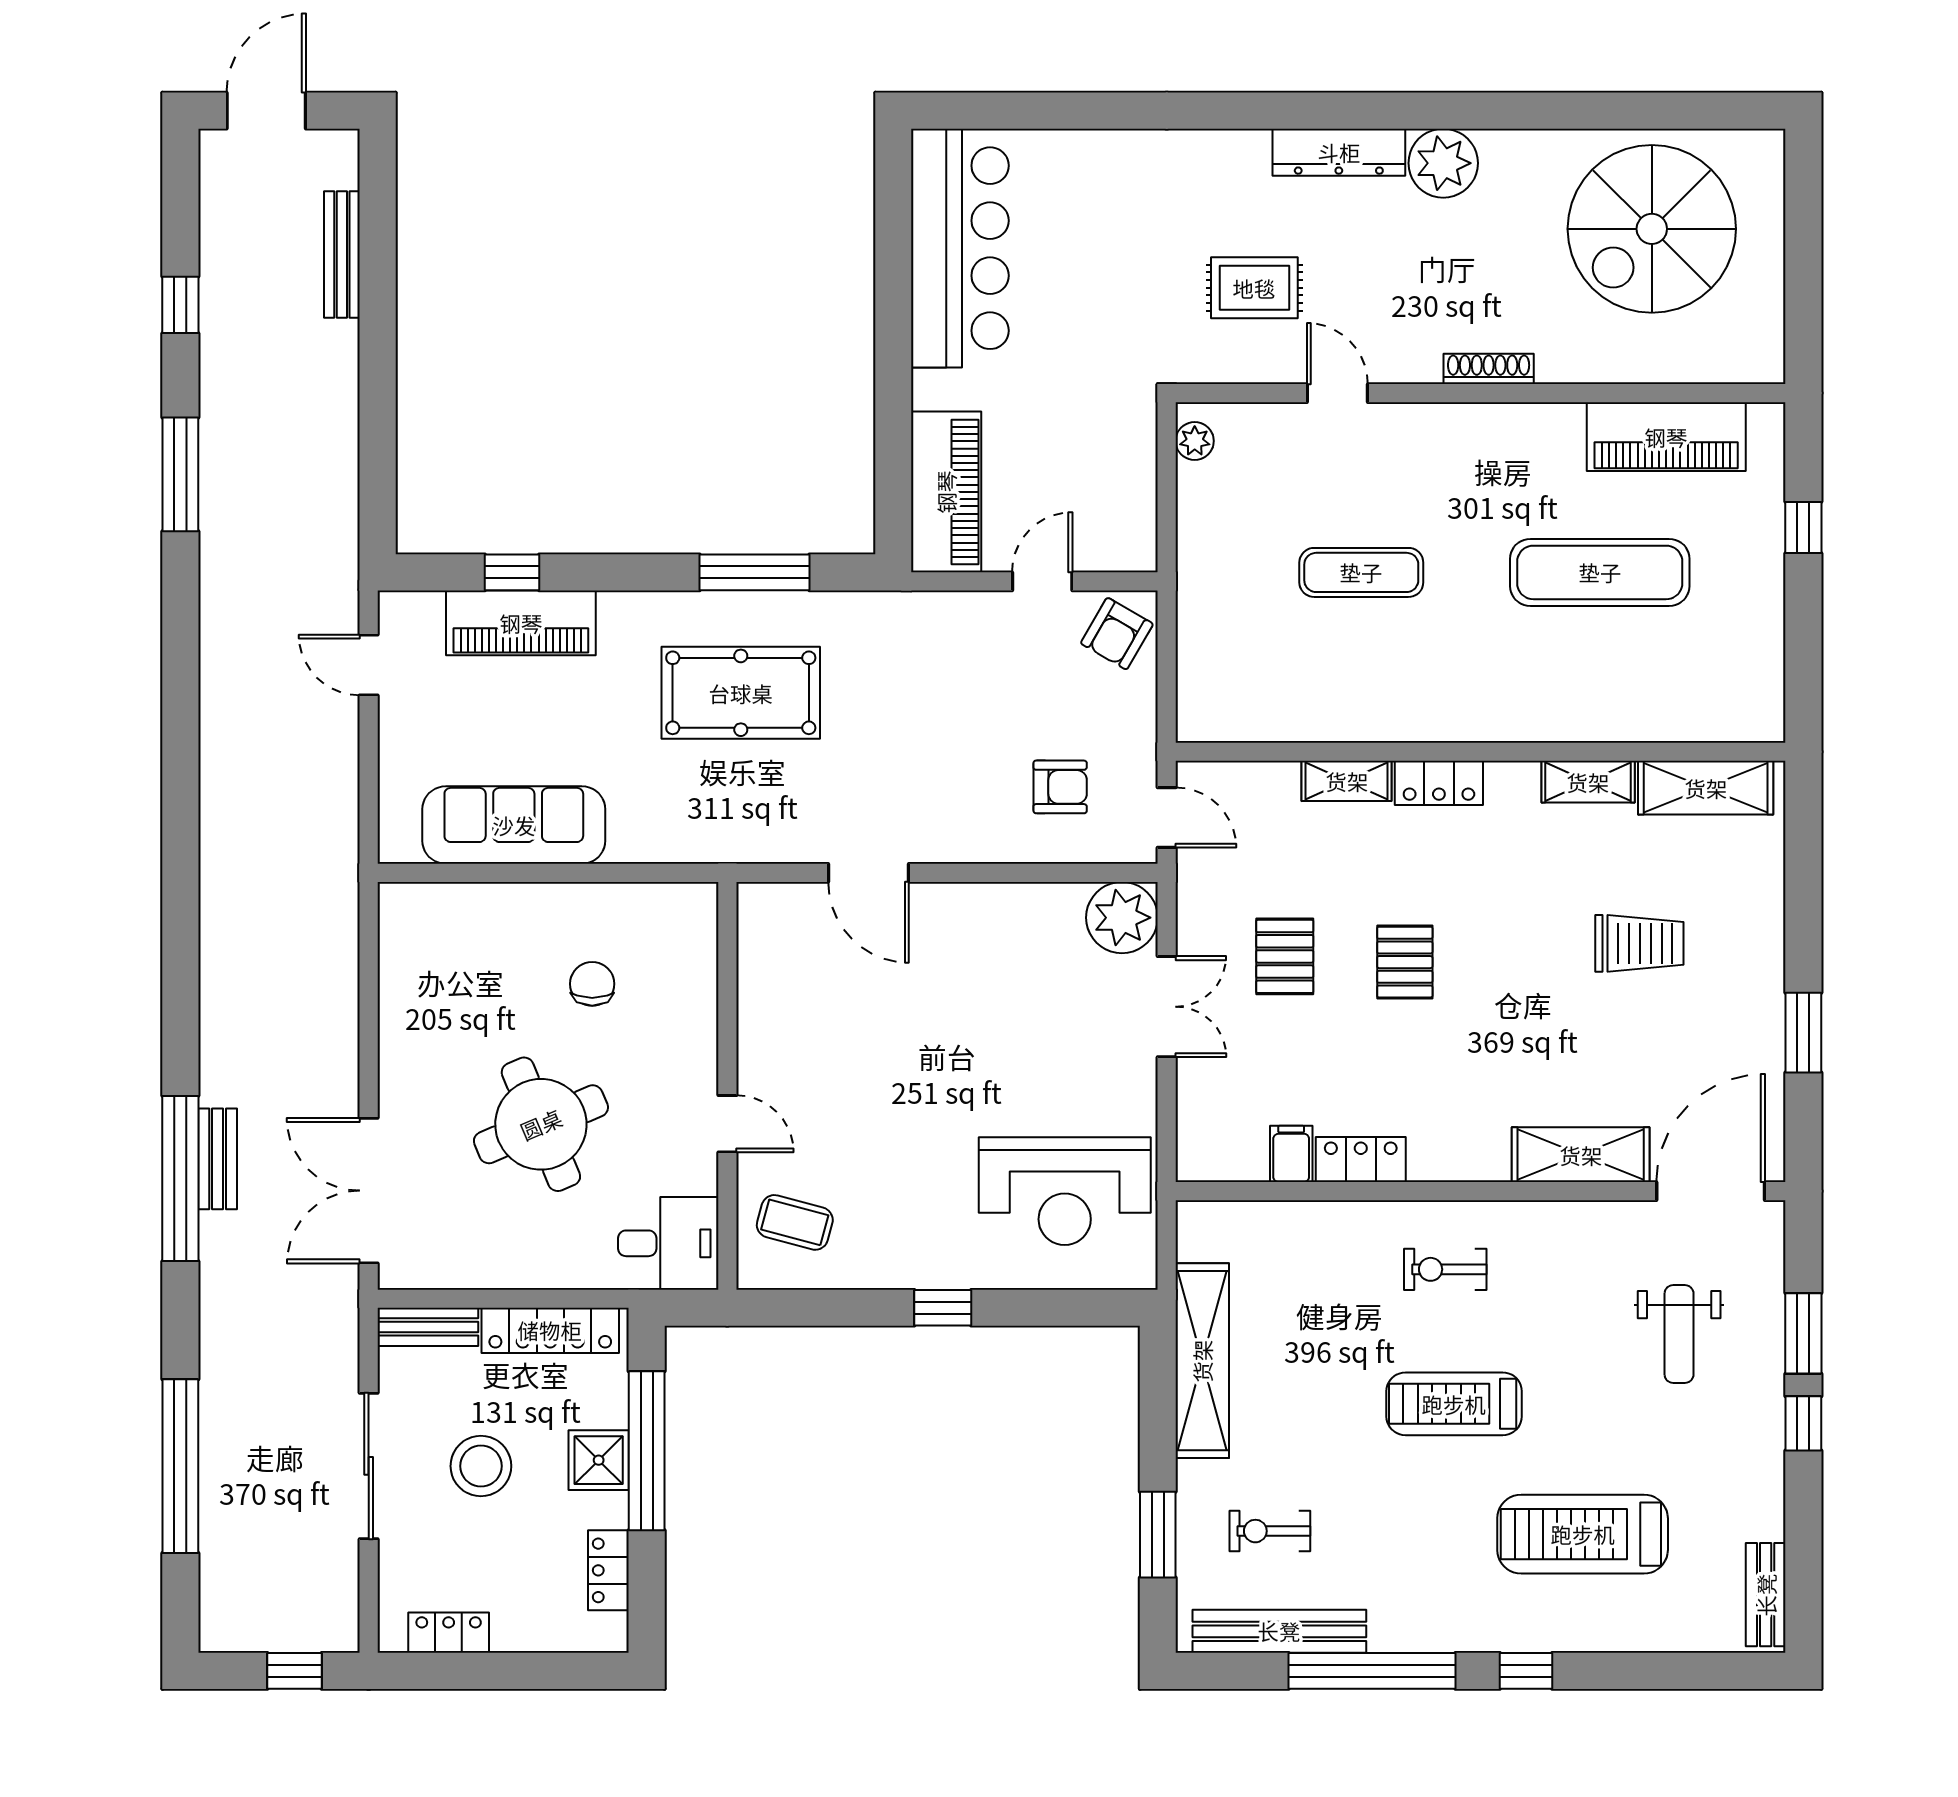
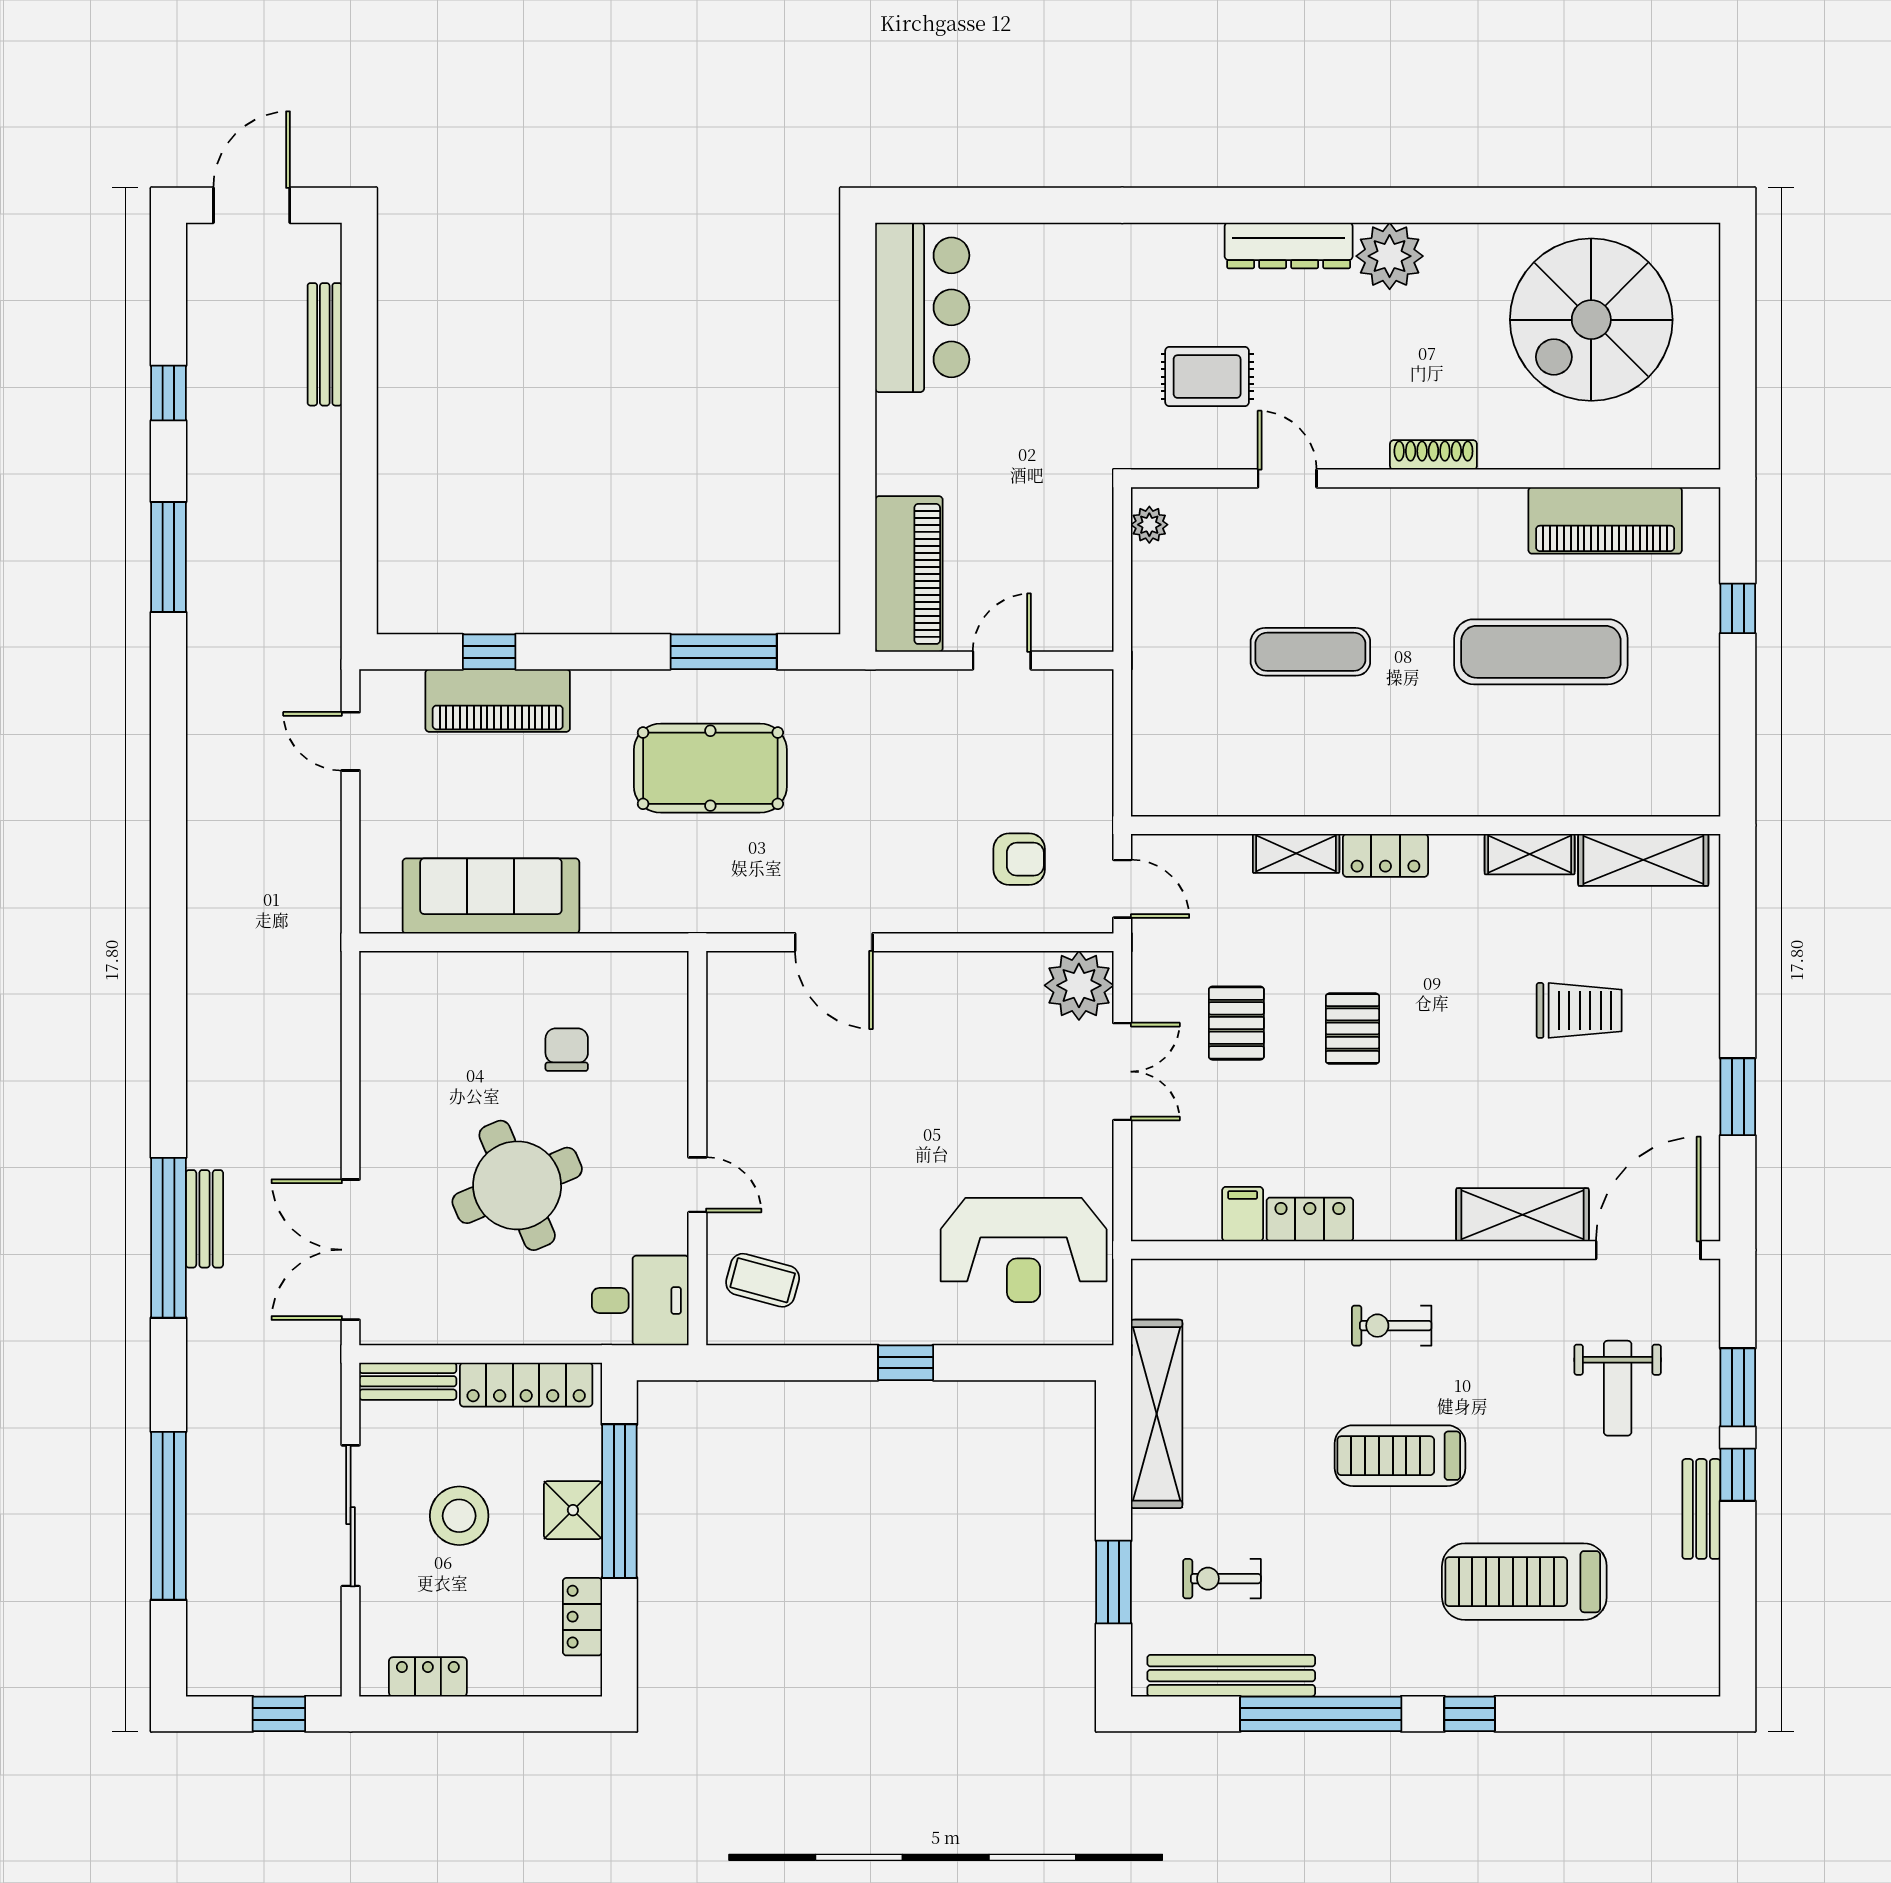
bar counter: (960, 248) -> (922, 307), width x0.73
armchair: (1117, 634) -> (1074, 711), removed
bench: (1766, 1595) -> (1701, 1509), moved

